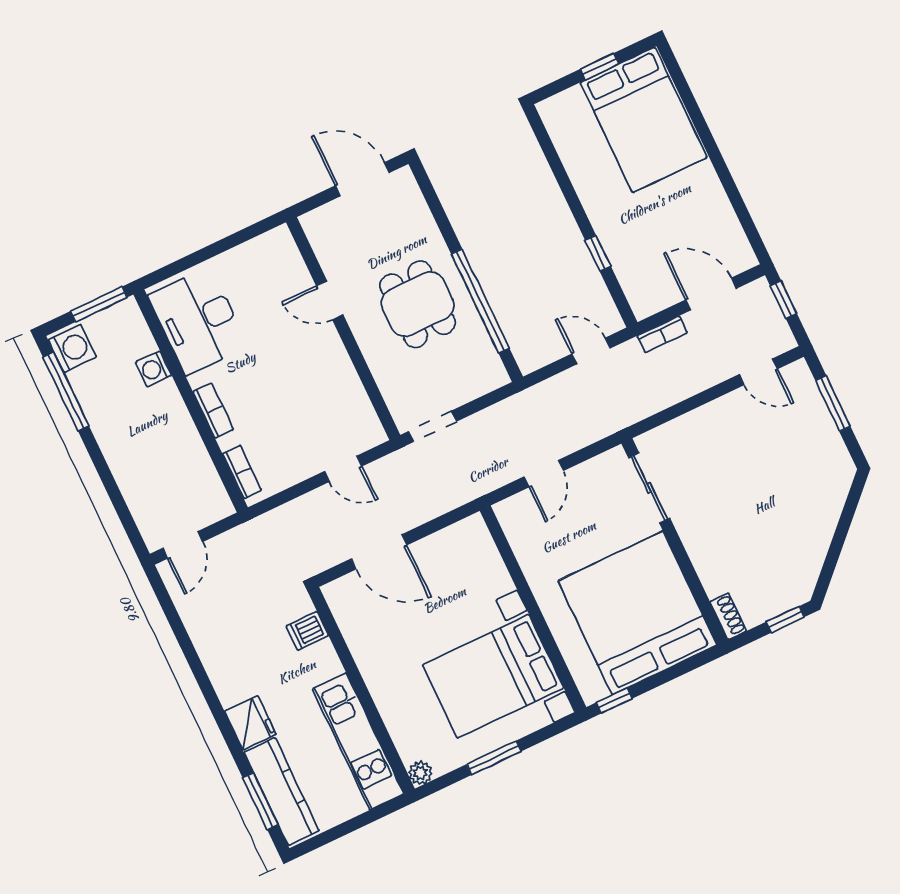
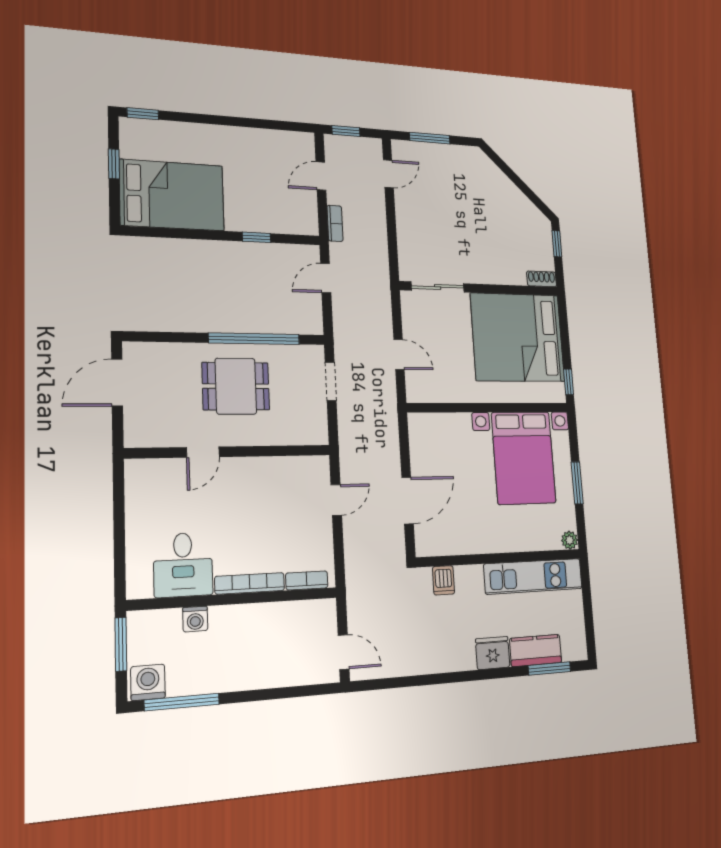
window: (674, 69) -> (143, 114), added
bed: (644, 120) -> (172, 195), moved
door: (711, 294) -> (321, 176), width x0.73
desk: (198, 321) -> (183, 565), width x0.73
bookcase: (213, 411) -> (250, 583), width x1.56
doorway: (432, 426) -> (331, 381), moved
kitchen counter: (282, 792) -> (536, 650), width x0.67

